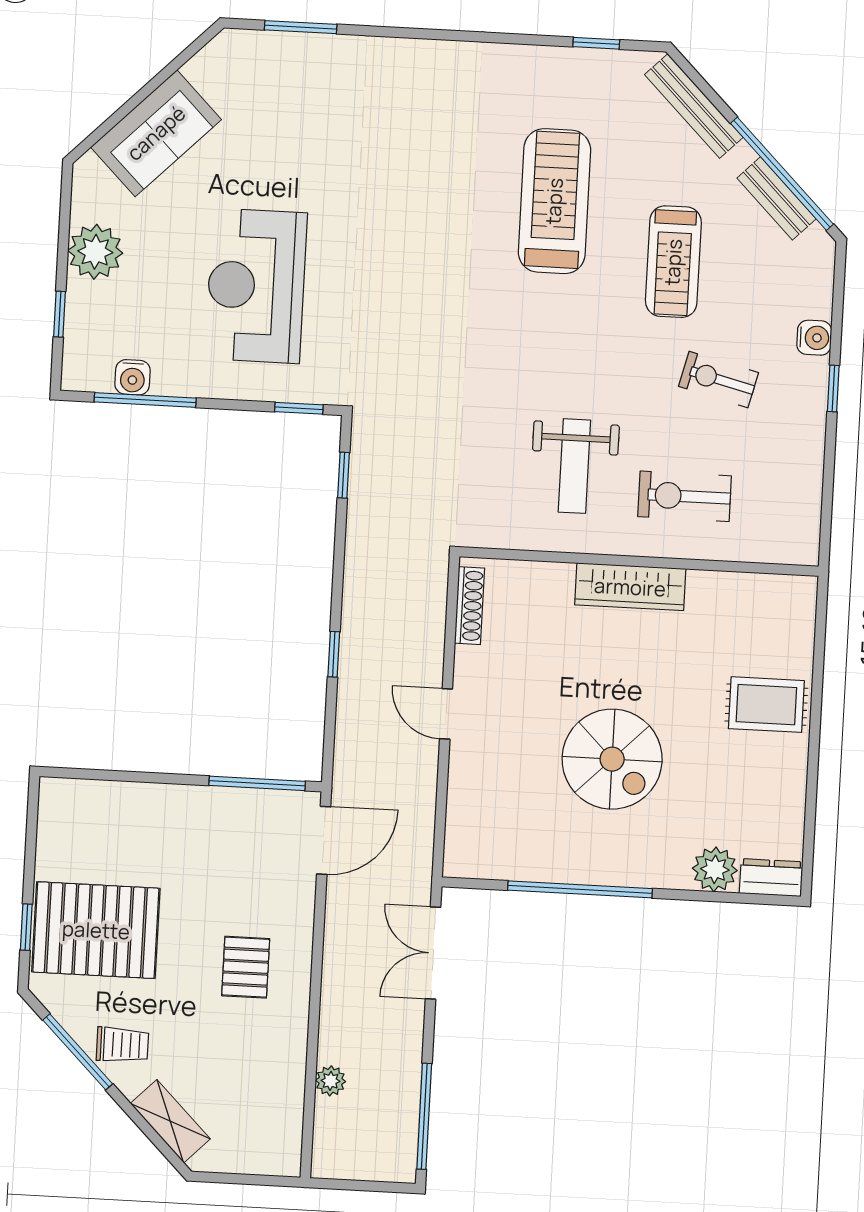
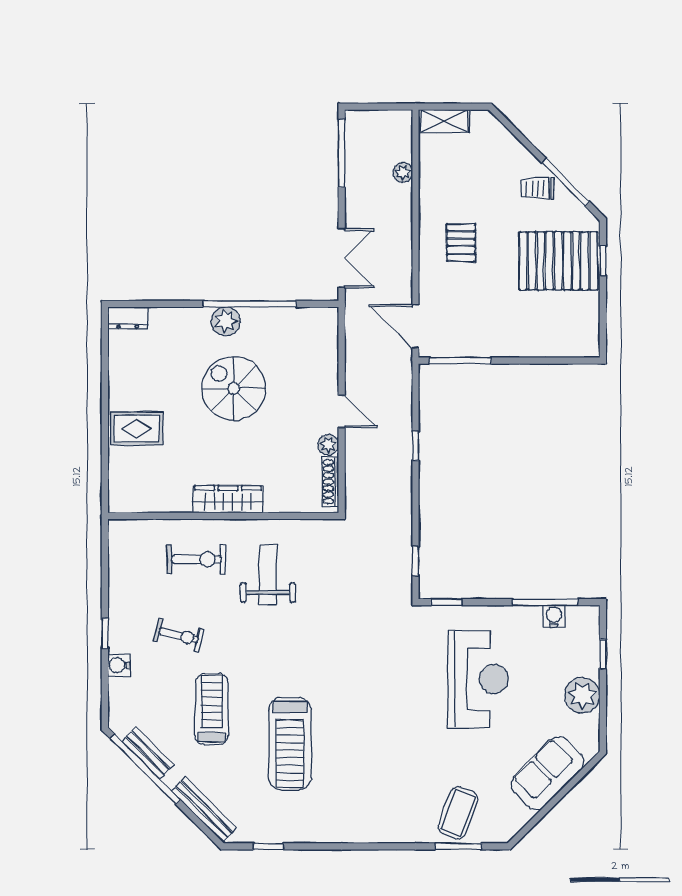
coffee table: (299, 80) -> (458, 813), added
plant: (470, 663) -> (328, 445), added
door: (324, 840) -> (416, 326), hinge flipped
plant: (715, 869) -> (226, 321), moved
shelving: (170, 1121) -> (444, 121), moved, turned -45

